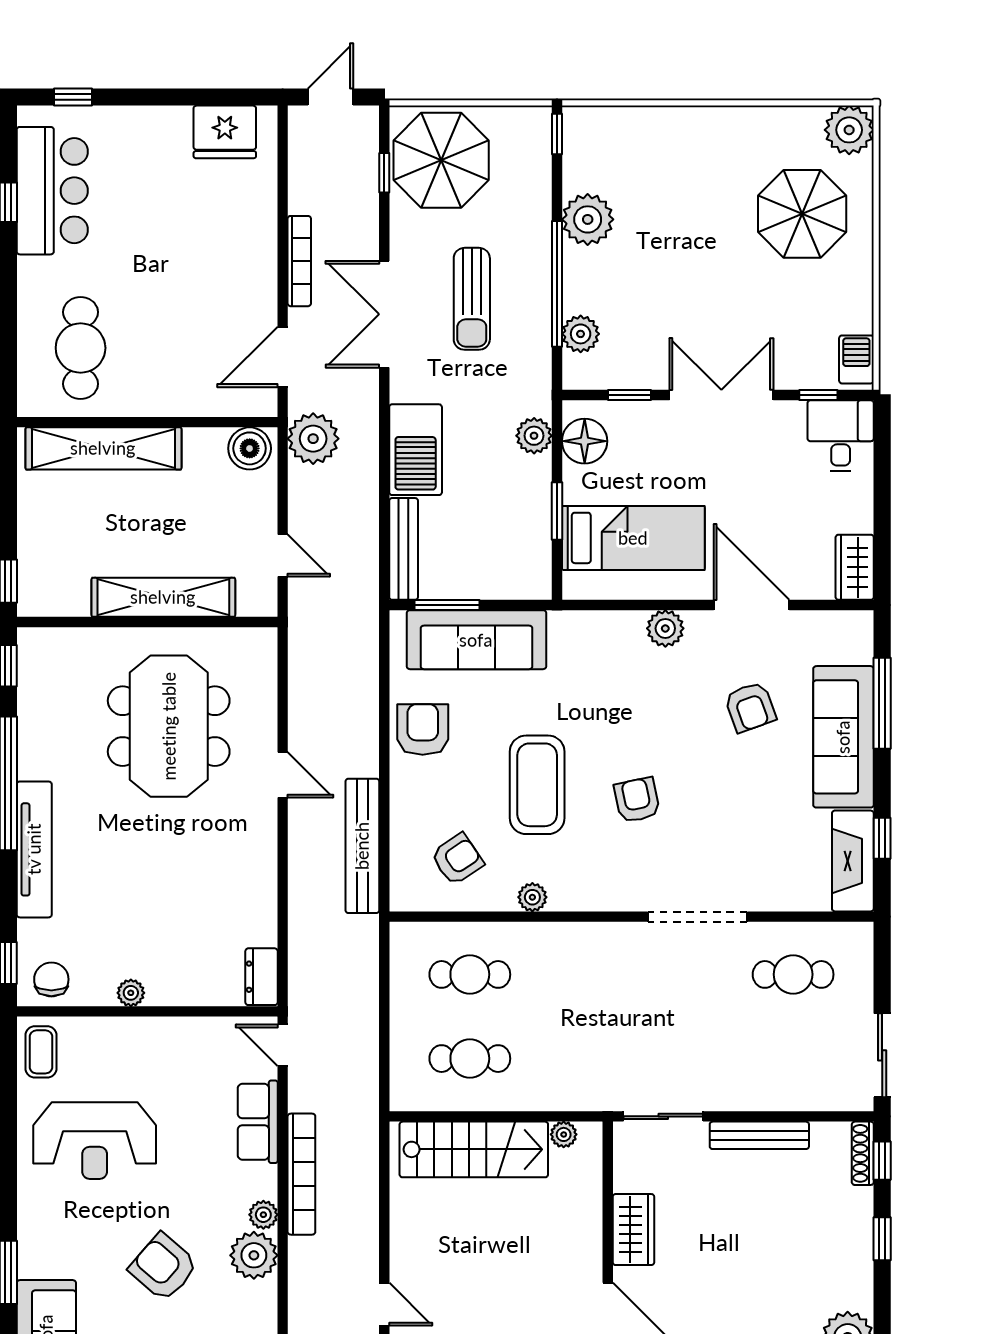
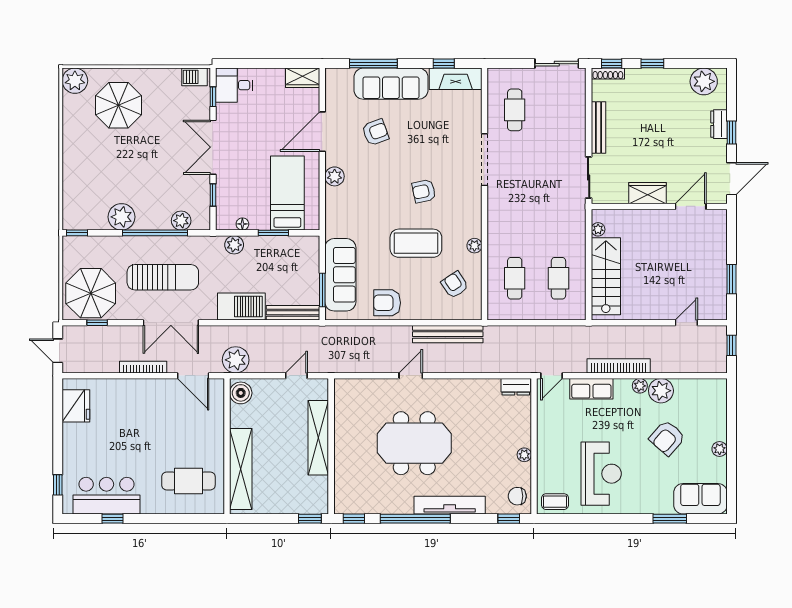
sun lounger: (472, 299) -> (163, 277), width x1.36, depth x1.34
floor lamp: (585, 441) -> (242, 224), width x0.53, depth x0.53
meeting table: (169, 726) -> (414, 443), moved

